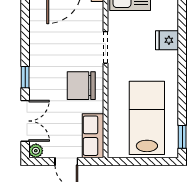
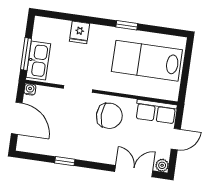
window: (25, 77) -> (65, 161), moved
chair: (81, 86) -> (109, 116), turned -90
window: (182, 137) -> (127, 25), moved

